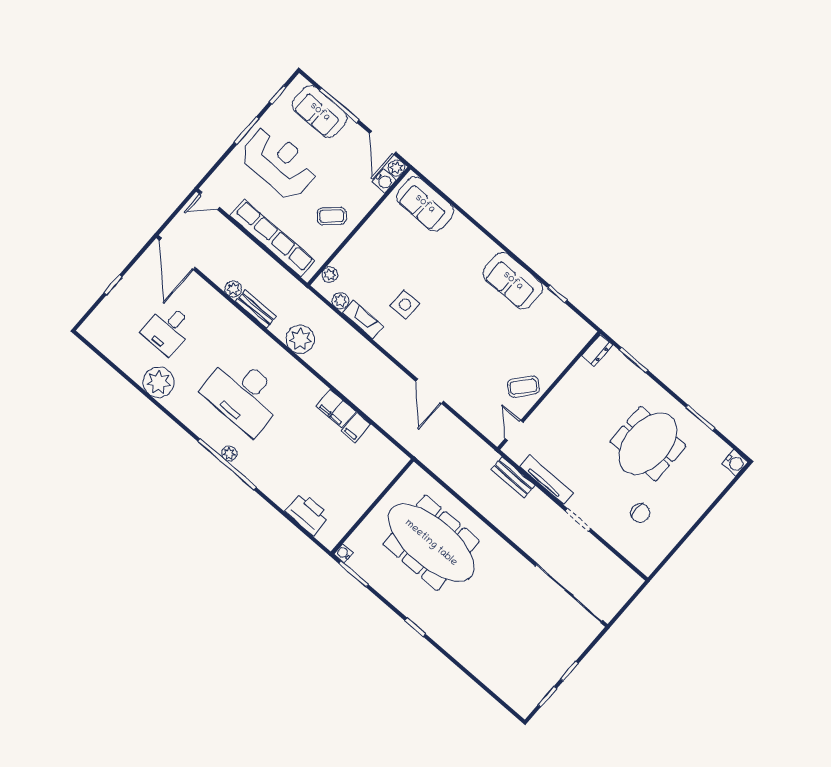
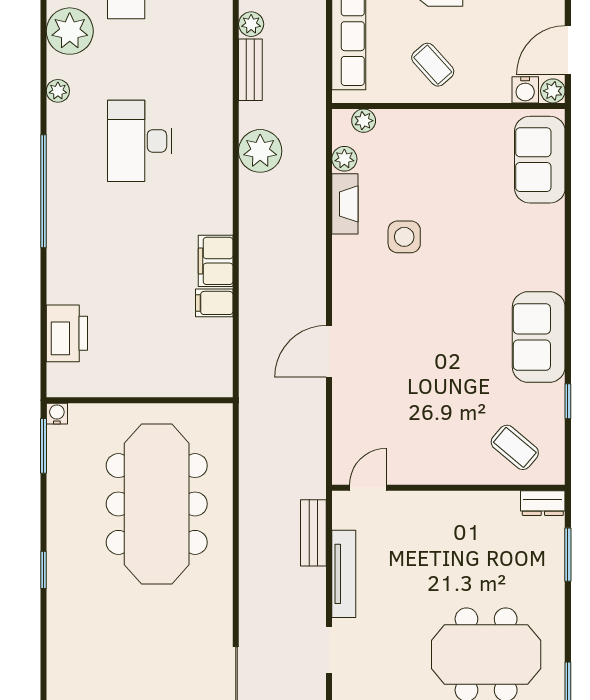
coffee table: (523, 387) -> (515, 447), moved
desk: (243, 395) -> (140, 141), width x0.73, depth x0.77
plant: (229, 454) -> (58, 91), moved

